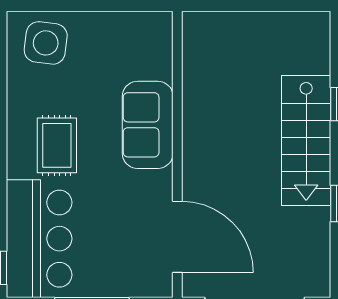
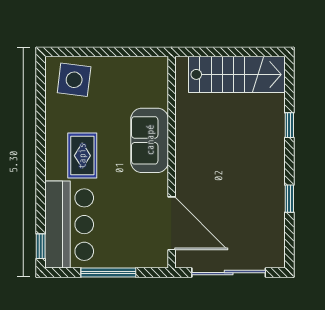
stairs: (306, 141) -> (237, 74), moved, turned -90

